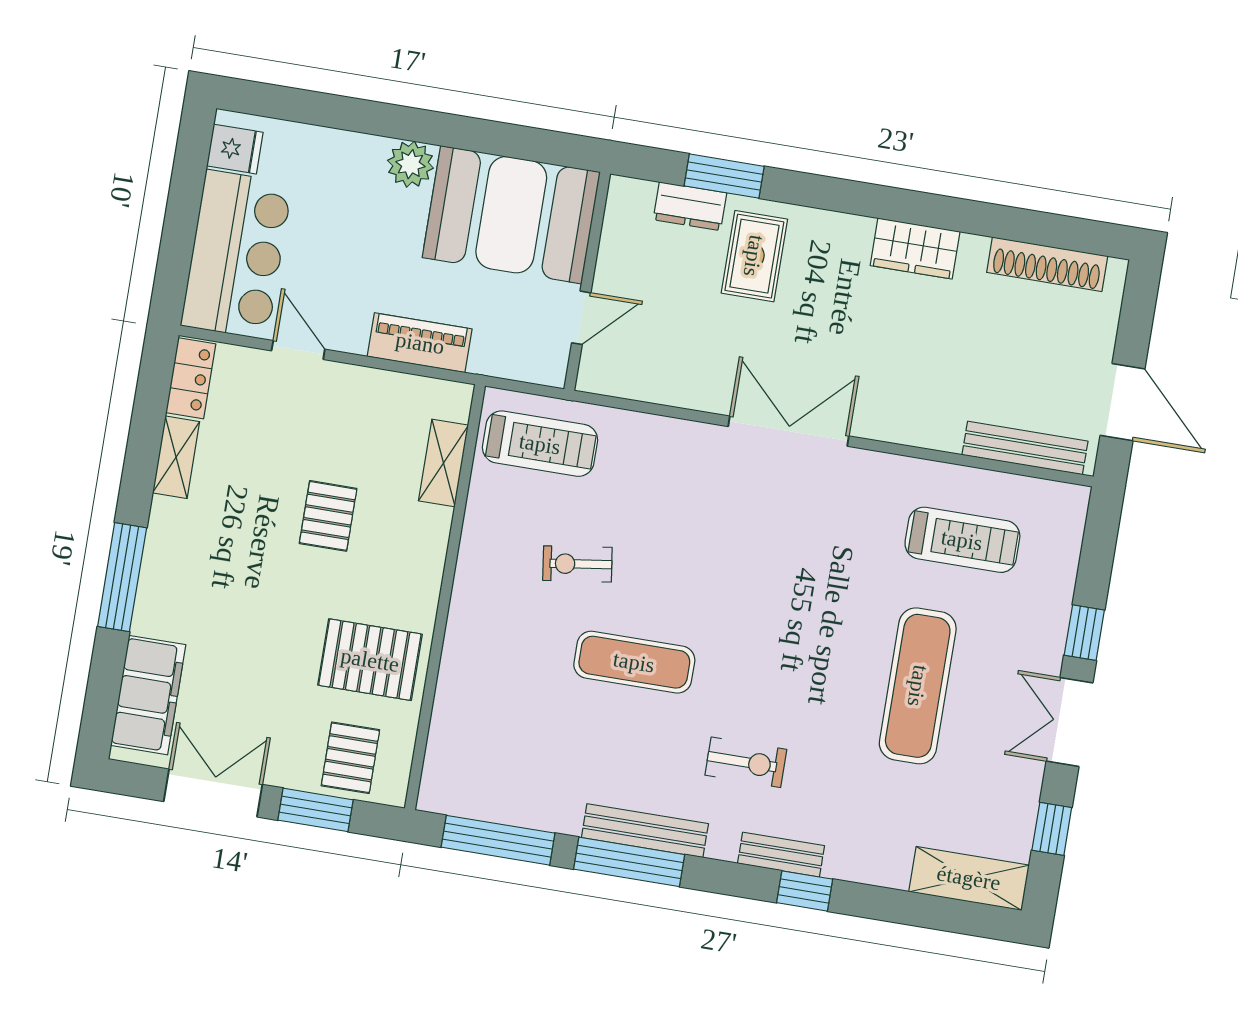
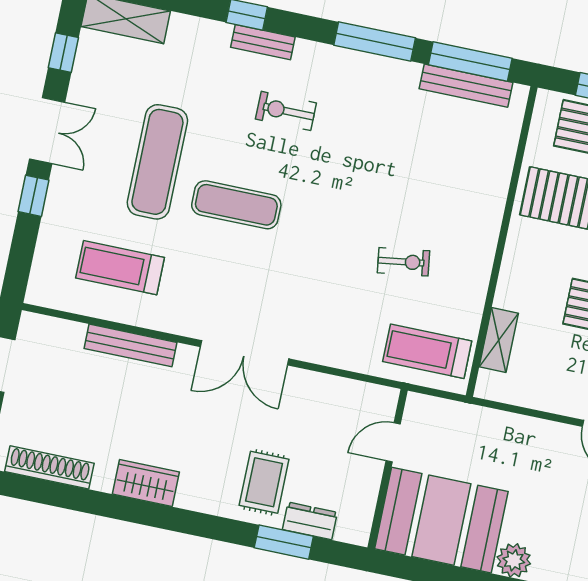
piano: (420, 343) -> (513, 429), removed
bench: (1025, 448) -> (131, 345), moved
exercise mat: (634, 662) -> (236, 205), moved
bench: (645, 831) -> (466, 86), moved

